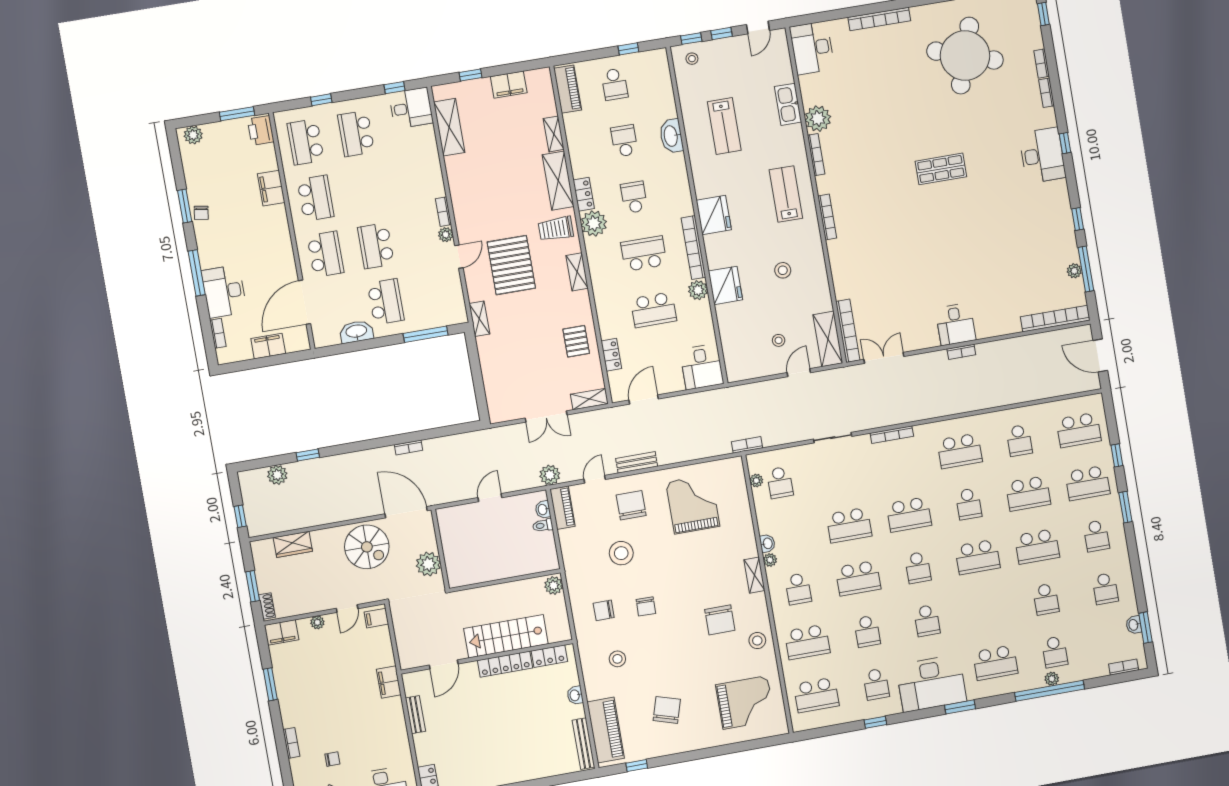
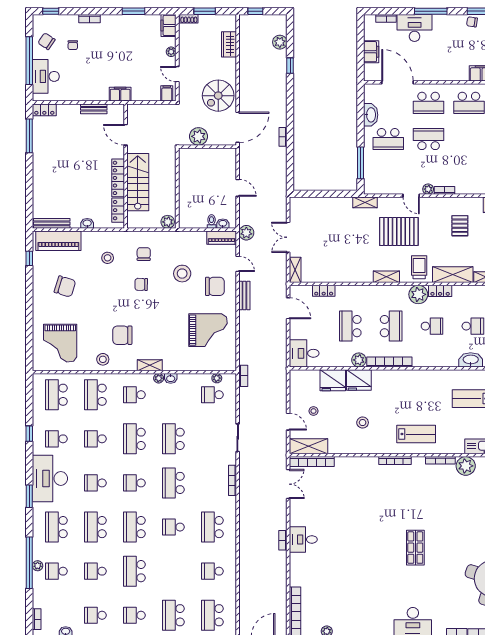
fridge: (714, 215) -> (333, 380), moved
pallet: (576, 341) -> (460, 226), moved, turned 90
school desk: (1028, 493) -> (95, 527), moved

